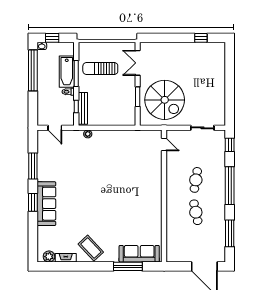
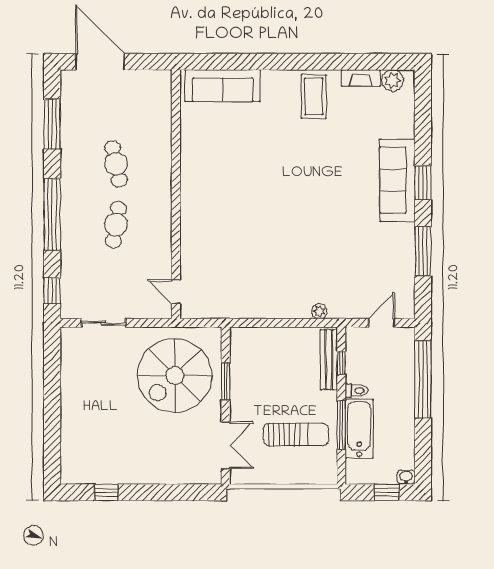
window: (33, 70) -> (423, 379), moved
spiral stairs: (165, 100) -> (175, 376), turned -90
door: (55, 128) -> (382, 323), hinge flipped
coffee table: (91, 248) -> (314, 96), turned 43
window: (128, 266) -> (244, 62), removed

